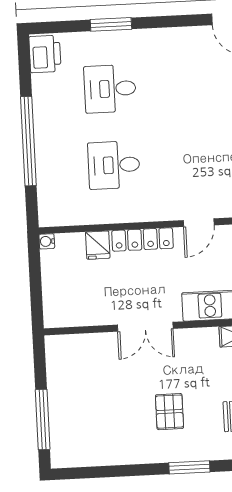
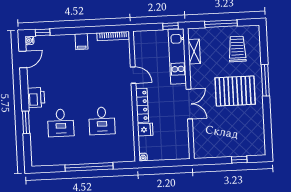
printer: (45, 54) -> (36, 98), moved, turned 90
pallet: (169, 412) -> (235, 91), width x2.05, depth x2.00
window: (43, 420) -> (239, 160), width x0.46
window: (189, 467) -> (265, 80), width x1.44

